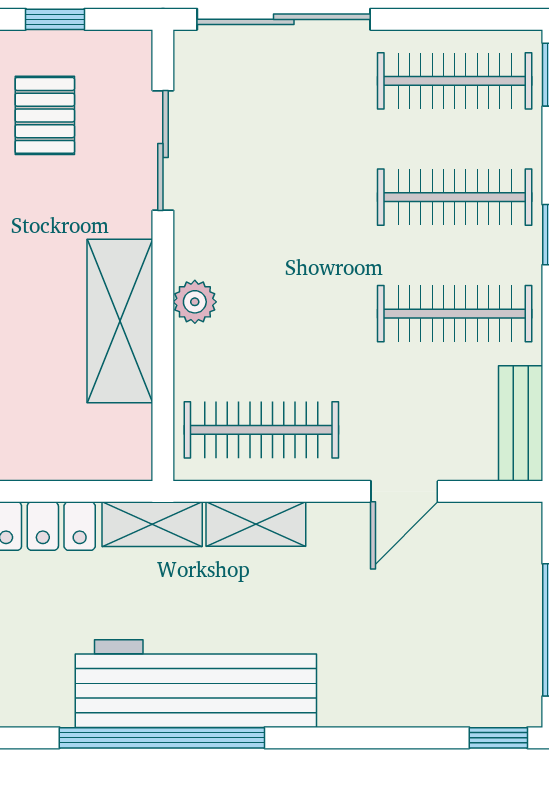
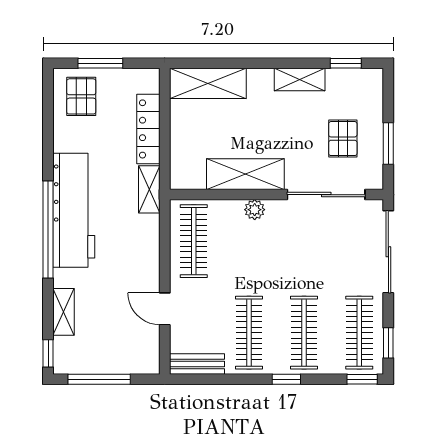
window: (55, 19) -> (388, 143), width x1.50
window: (476, 19) -> (388, 343), added
pallet: (45, 115) -> (343, 139), turned 90
sliding door: (163, 151) -> (326, 195), width x1.37
shelving: (256, 524) -> (63, 312), moved
window: (162, 738) -> (48, 230), moved

